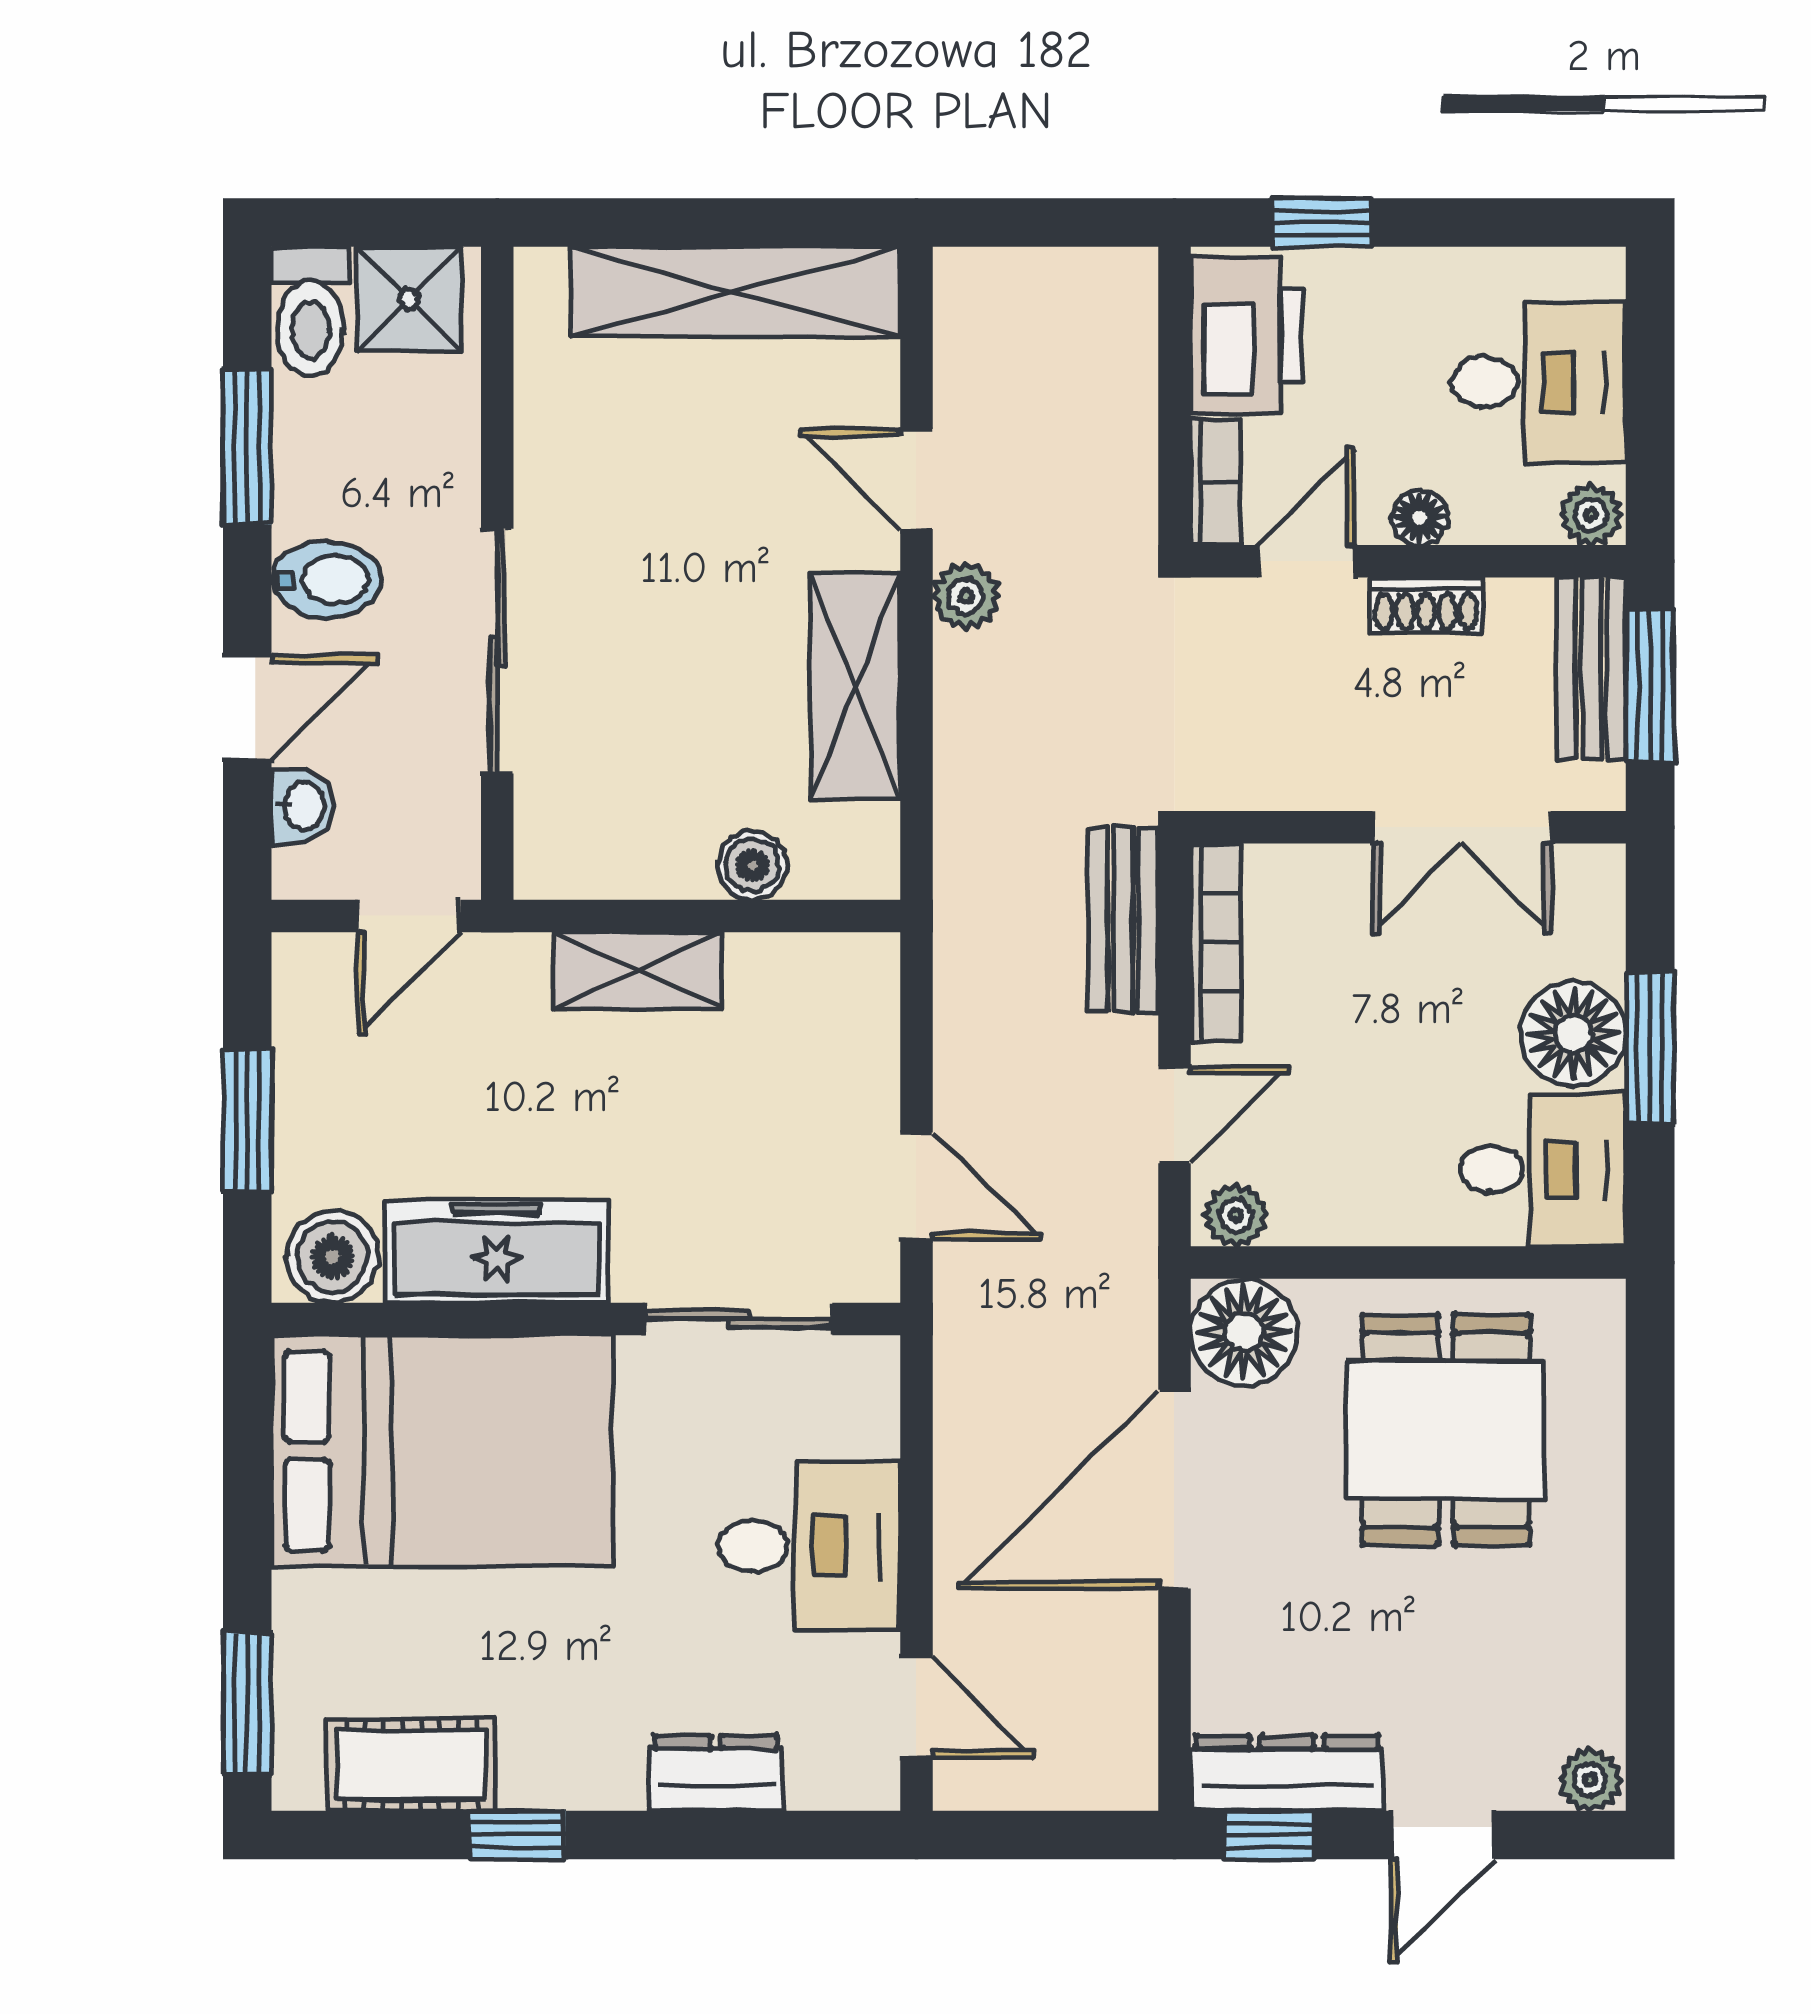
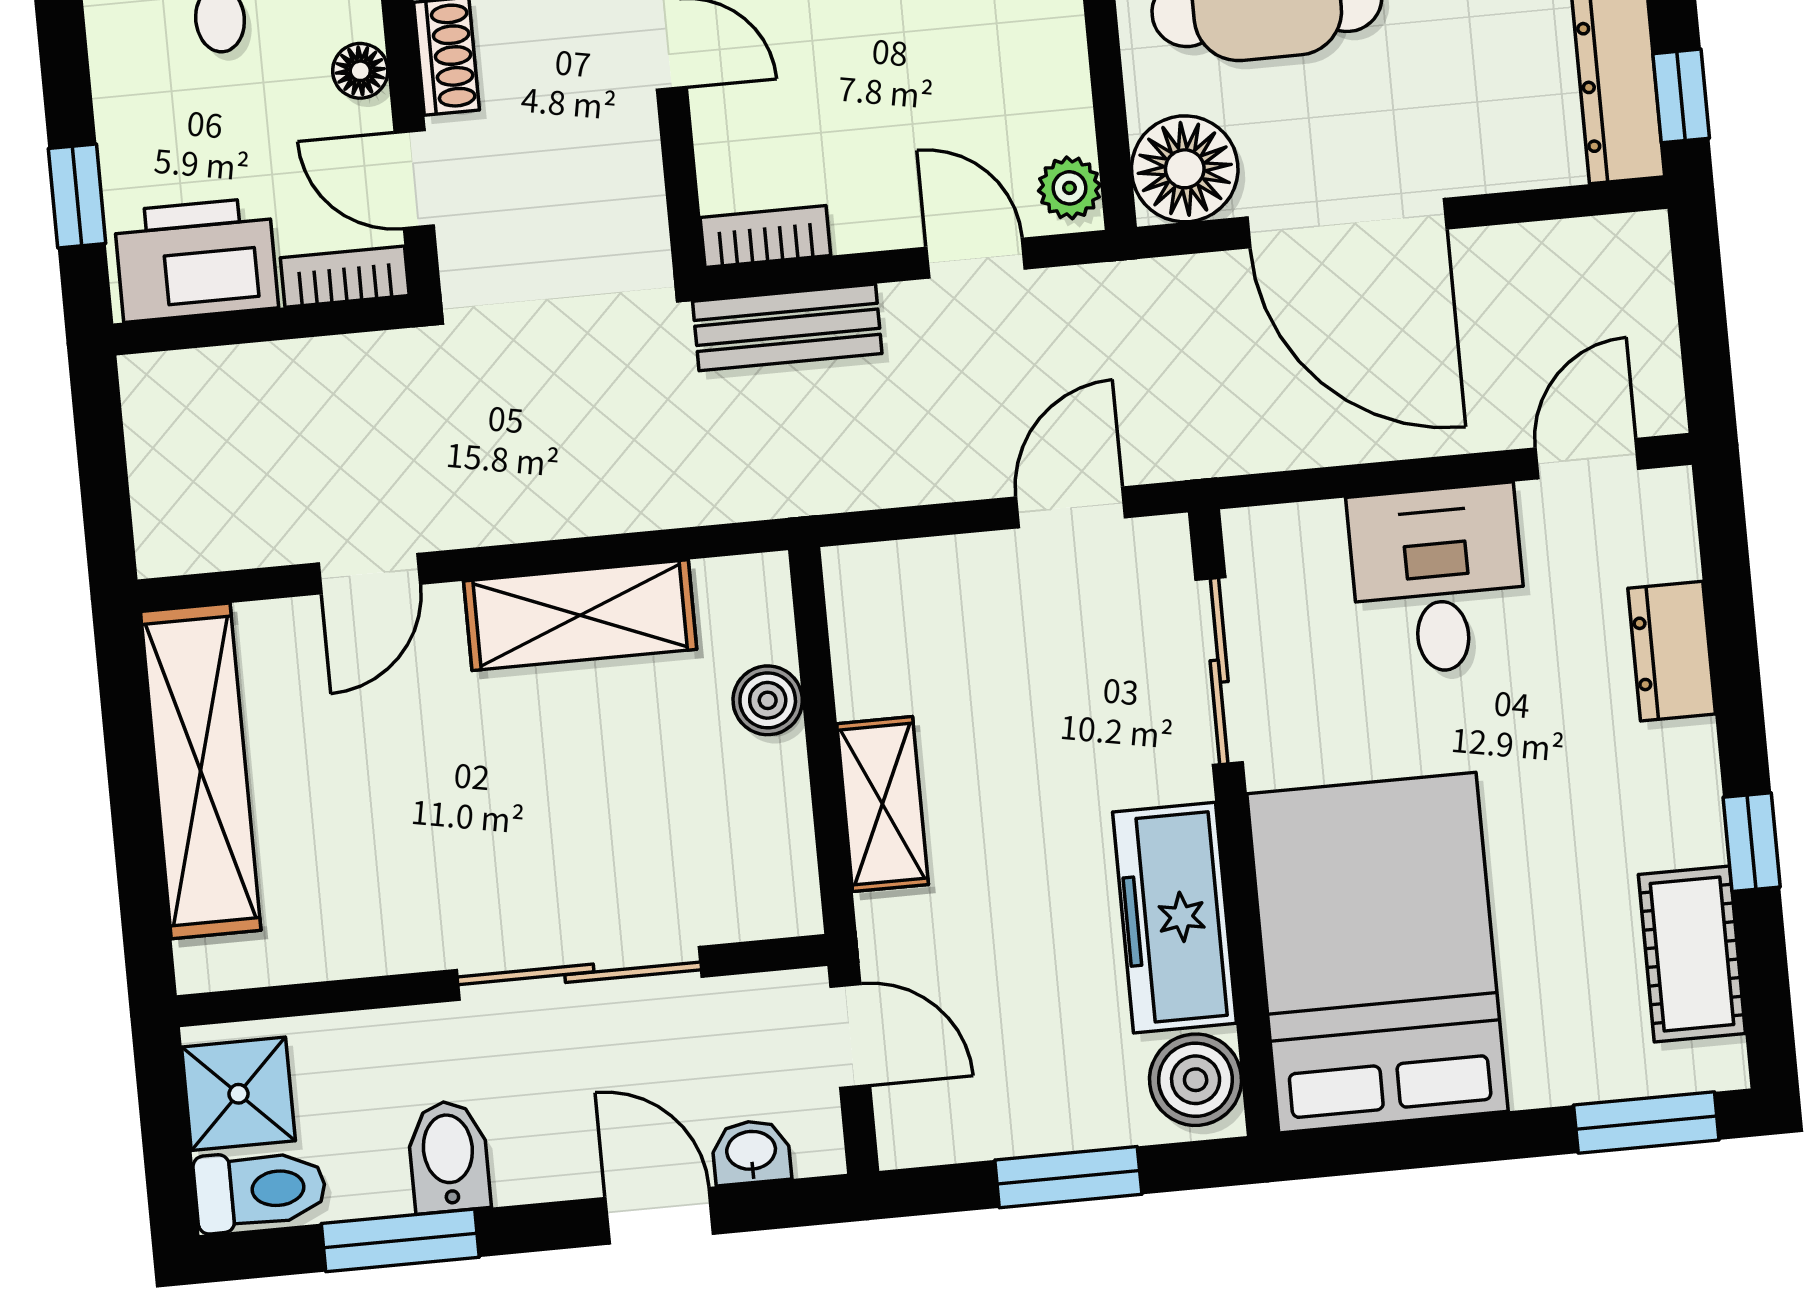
bidet: (326, 580) -> (449, 1156), moved
plant: (966, 596) -> (481, 514), removed
bookcase: (1216, 942) -> (765, 237), width x0.64

